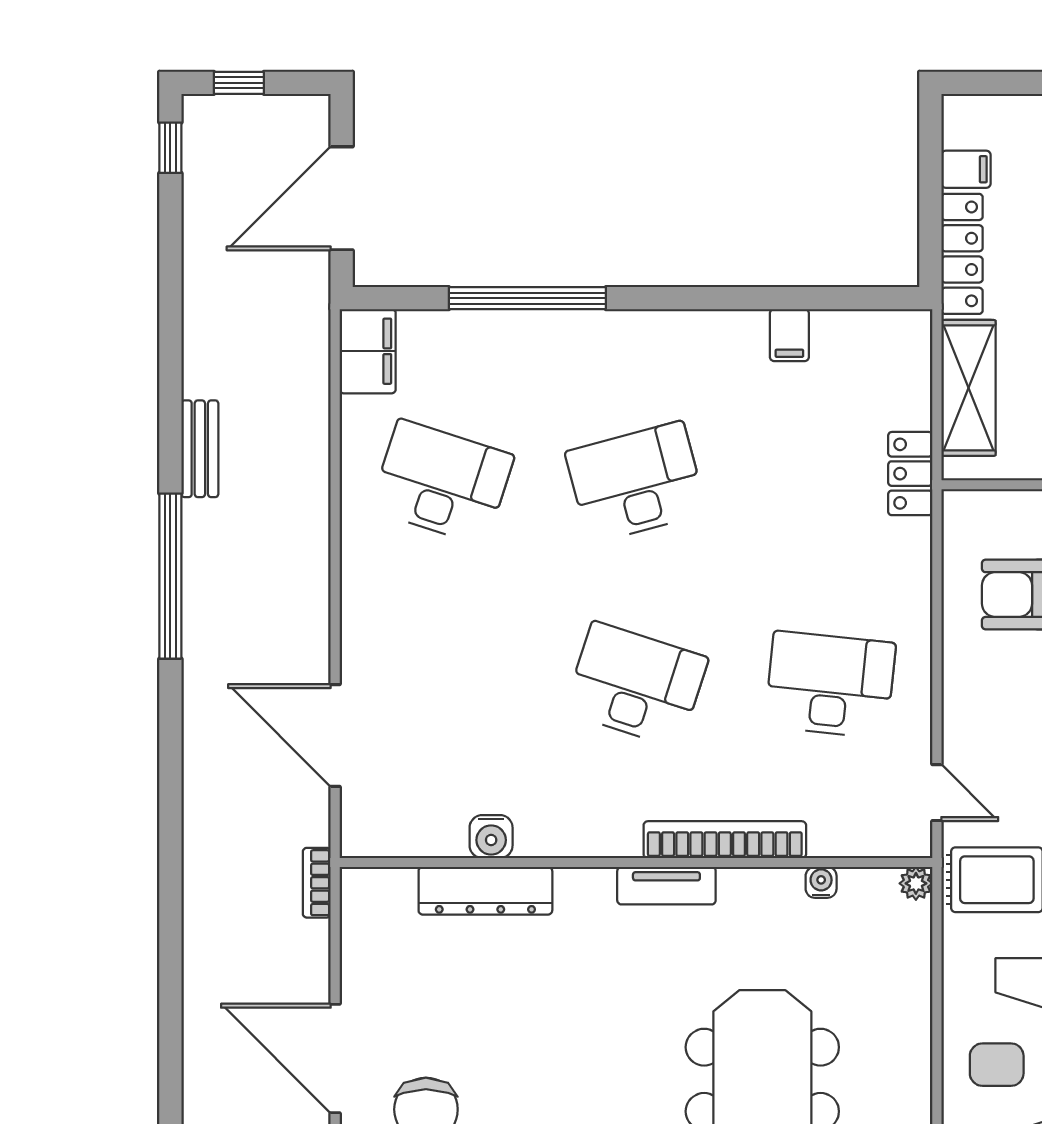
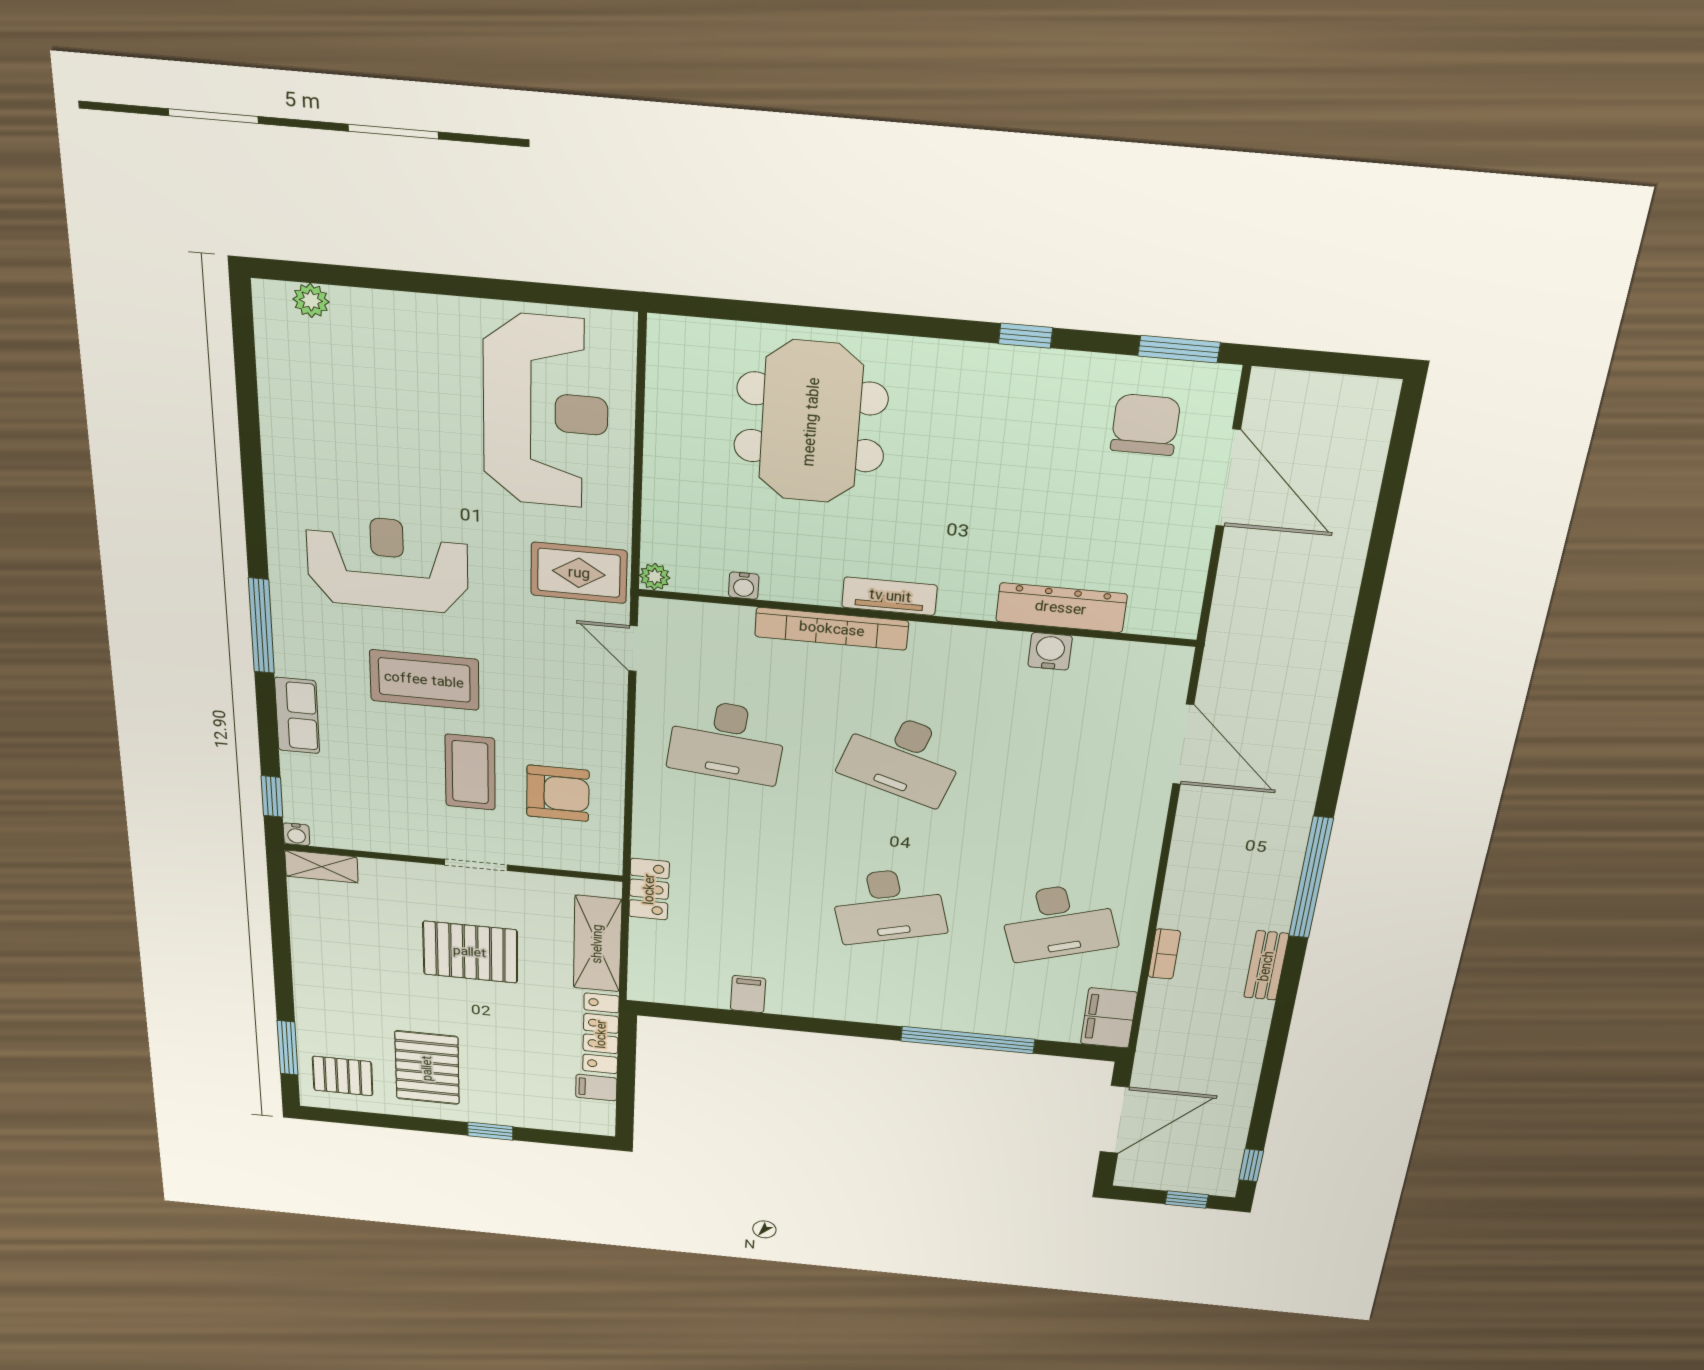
desk: (442, 482) -> (1058, 922), turned -36
bookcase: (317, 883) -> (1164, 954), moved

